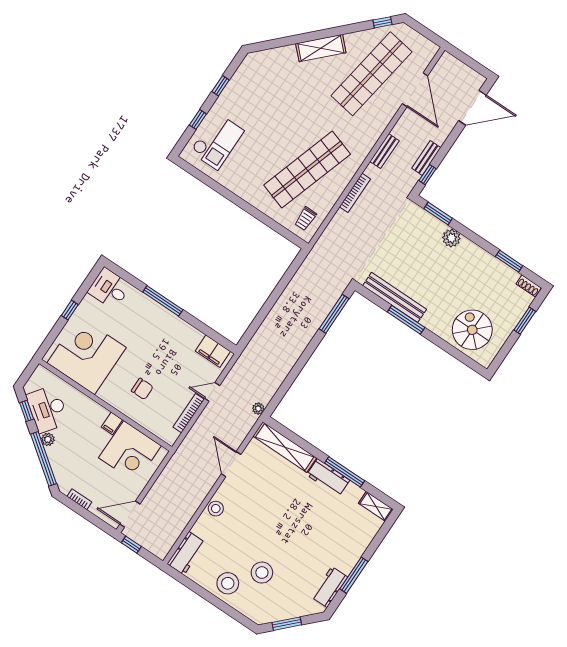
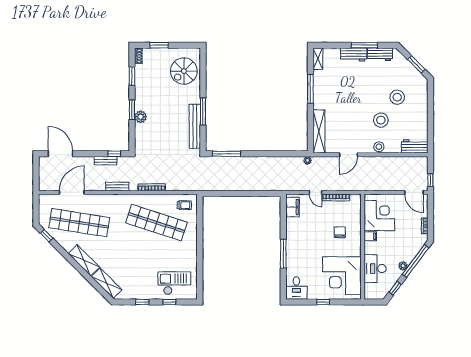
shelving: (273, 57) -> (107, 283), added
window: (438, 213) -> (132, 110), moved
desk: (47, 409) -> (375, 269), moved, turned 143
workbench: (328, 478) -> (354, 55), moved, turned 90
stool: (228, 583) -> (381, 120), moved

